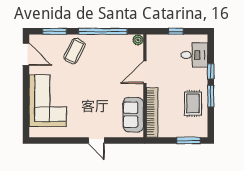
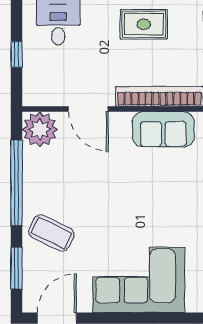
plant: (138, 40) -> (40, 129), width x1.87, depth x1.87

